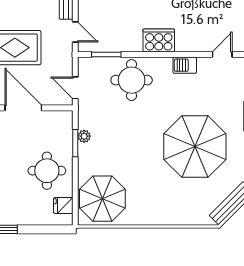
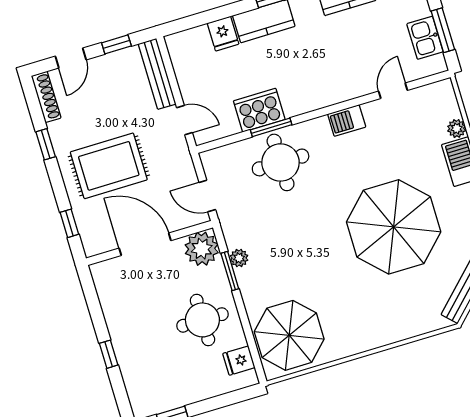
cooker: (159, 40) -> (259, 110), moved
window: (106, 54) -> (271, 127), moved
plant: (61, 122) -> (202, 249), added

